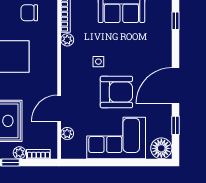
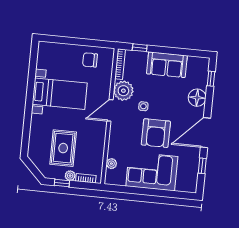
plant: (67, 40) -> (123, 91), width x1.87, depth x1.87
armchair: (116, 92) -> (156, 133), turned 90
door: (59, 108) -> (110, 110), moved
floor lamp: (161, 148) -> (197, 98), moved

